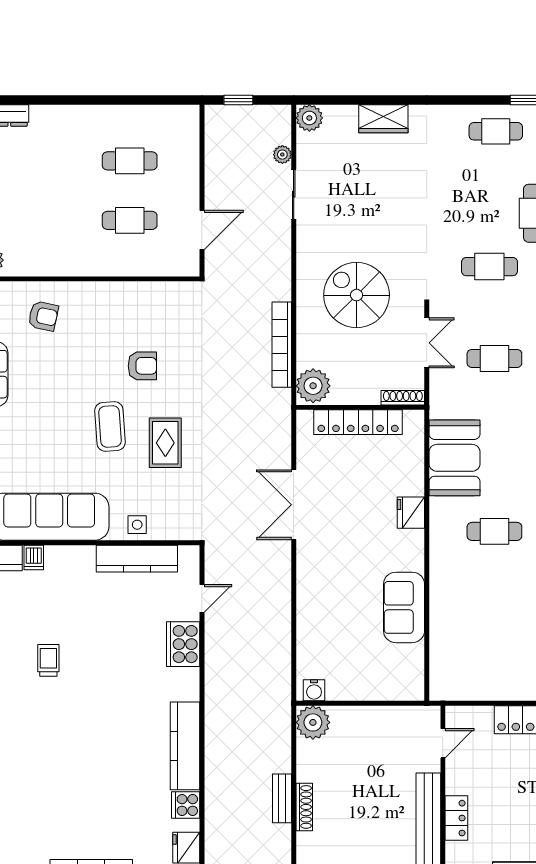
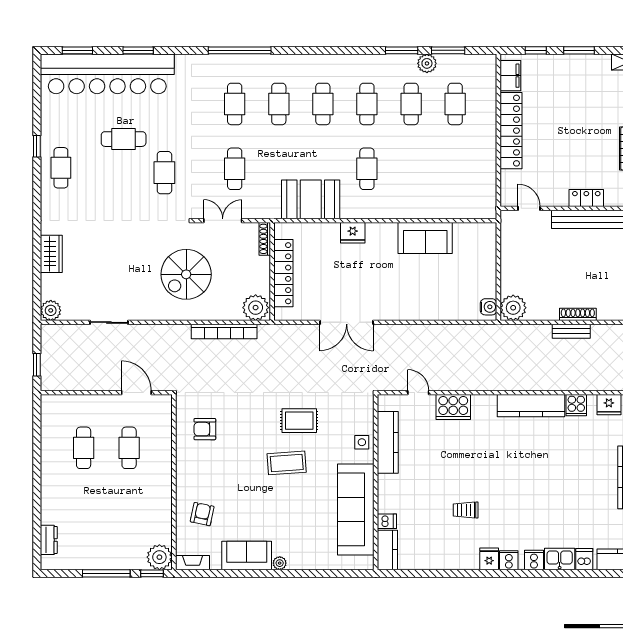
plant: (282, 155) -> (79, 331), removed
armchair: (142, 366) -> (205, 429), moved, turned -90

